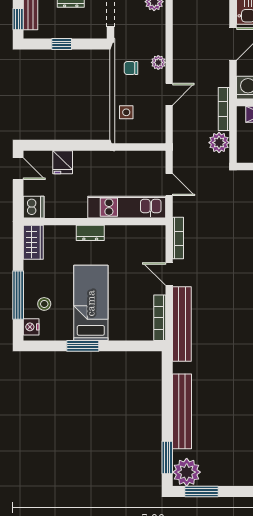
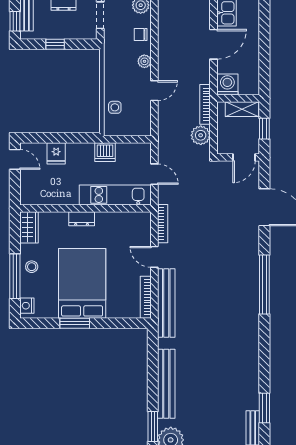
chair: (131, 68) -> (141, 34), moved
dishwasher: (34, 207) -> (105, 152), moved, turned 90
bed: (91, 303) -> (82, 283), width x1.50
stool: (44, 304) -> (32, 267), moved

